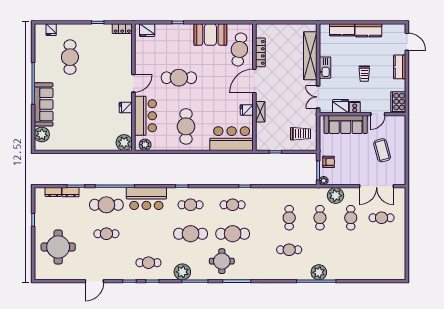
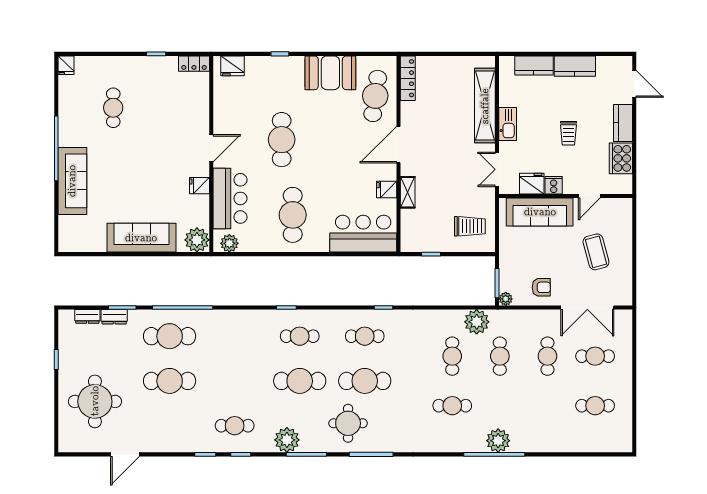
fridge: (51, 30) -> (66, 65), moved
locker: (260, 52) -> (408, 78), moved
cafe table: (70, 57) -> (113, 108), width x0.73, depth x0.74
cafe table: (179, 78) -> (282, 140), turned 90
cooker: (398, 102) -> (621, 158), moved
plant: (42, 135) -> (70, 227), removed
sofa: (88, 141) -> (141, 238), added
armchair: (329, 162) -> (541, 287), moved
plant: (336, 196) -> (477, 322), moved
bar counter: (146, 199) -> (231, 327), removed
cafe table: (106, 234) -> (170, 381), width x1.37, depth x1.35
cafe table: (382, 250) -> (595, 406), added
door: (94, 281) -> (125, 454), moved

